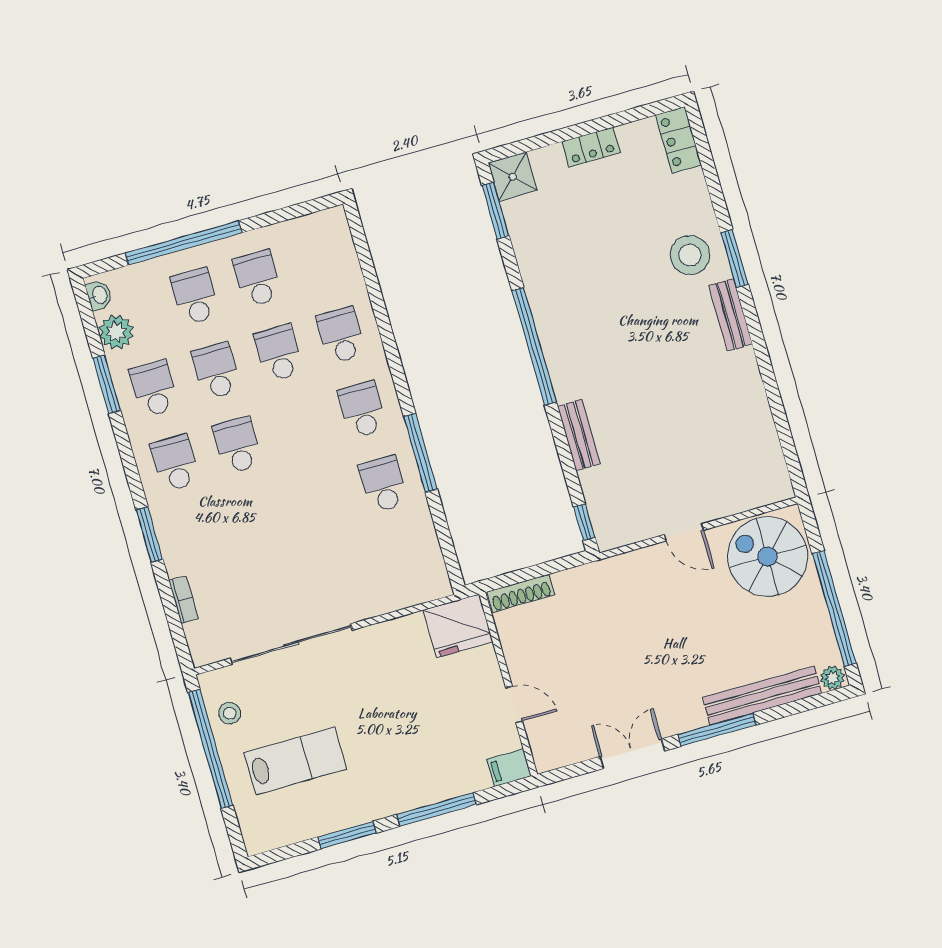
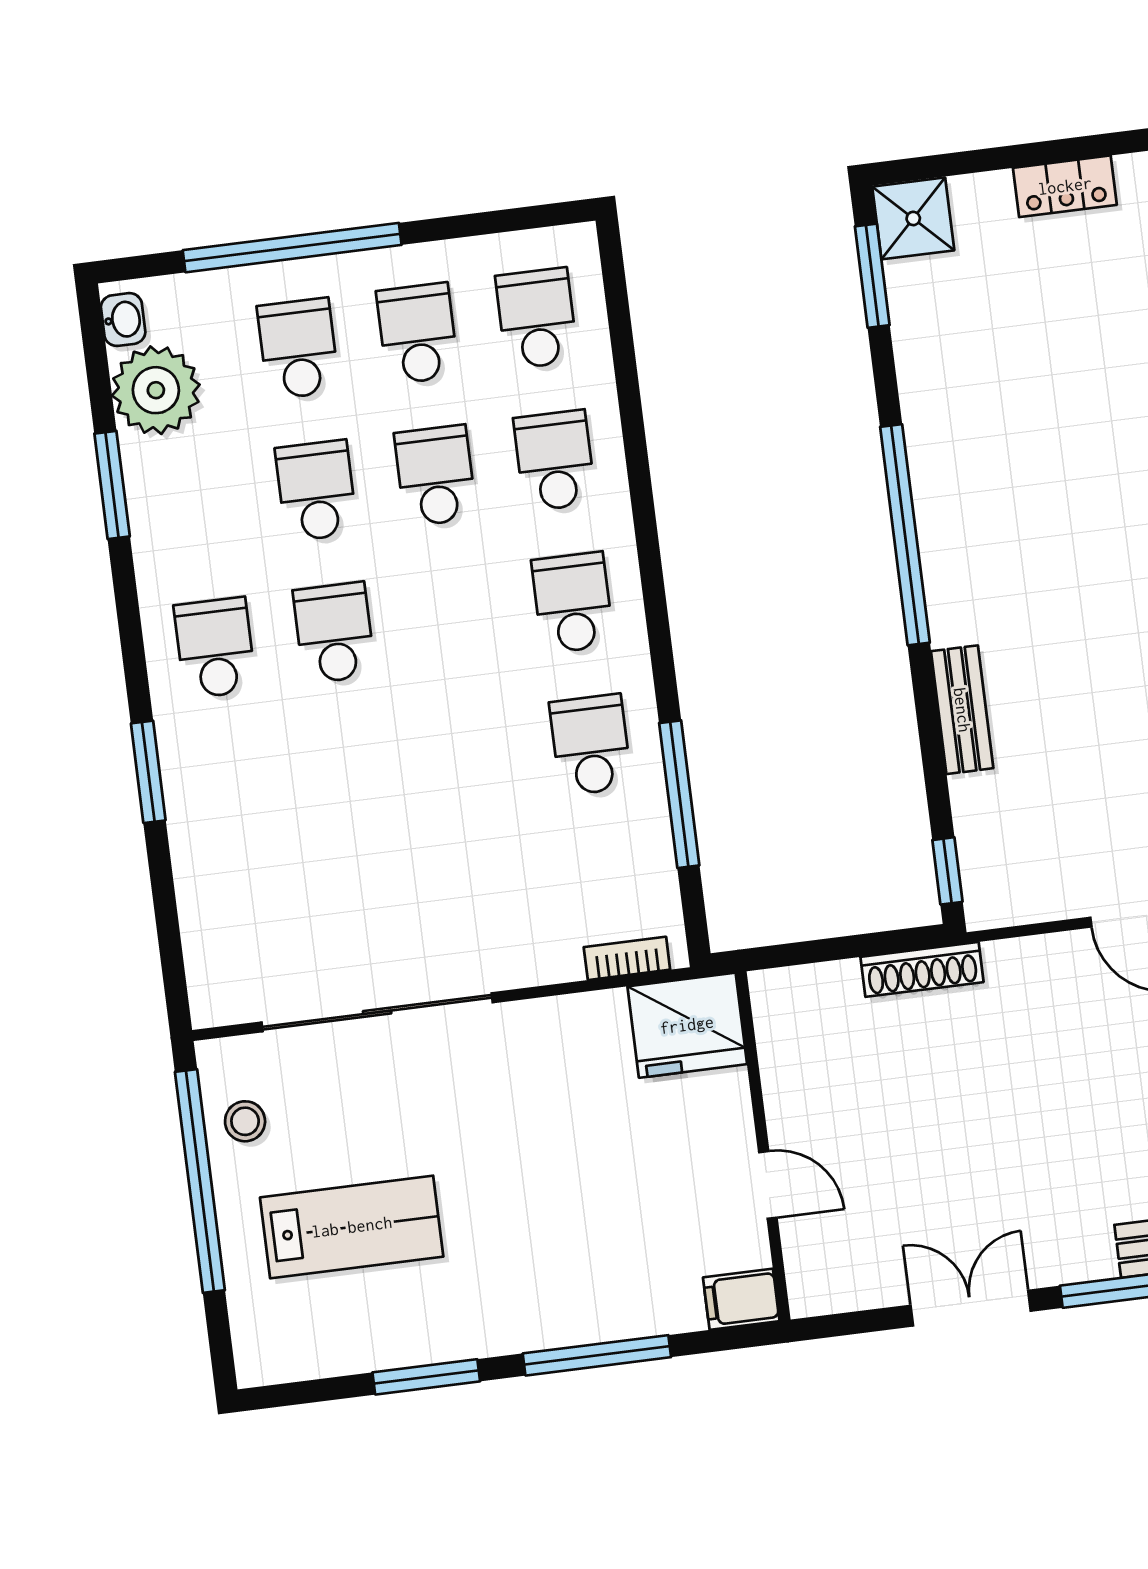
plant: (116, 332) -> (156, 390), width x1.36, depth x1.36
school desk: (154, 389) -> (537, 318), moved
window: (420, 453) -> (679, 794), moved
shoe rack: (521, 593) -> (922, 969), moved
bookcase: (184, 600) -> (627, 958), moved, turned -90

